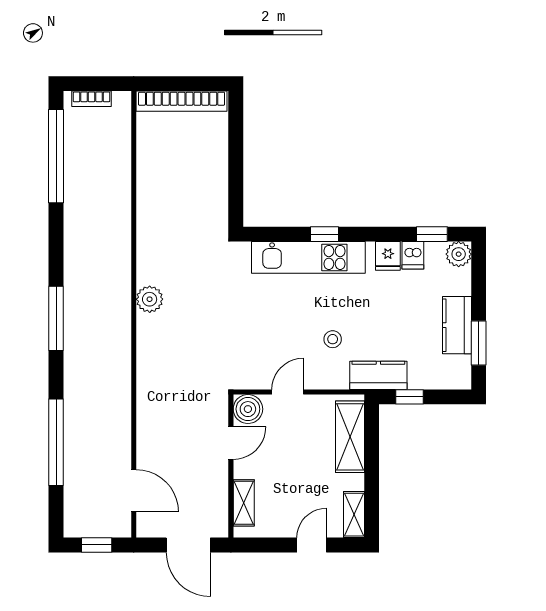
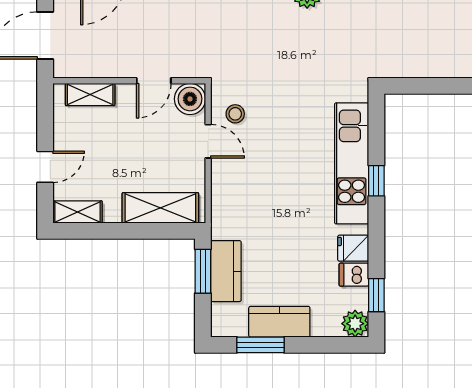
stool: (333, 339) -> (235, 114), moved
kitchen counter: (378, 375) -> (226, 271), moved
window: (409, 397) -> (203, 271), width x1.50
door: (231, 443) -> (154, 81), hinge flipped
door: (312, 545) -> (45, 167), hinge flipped

